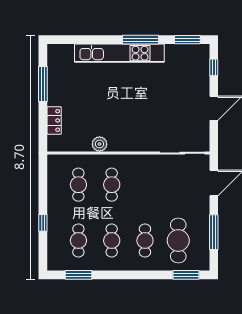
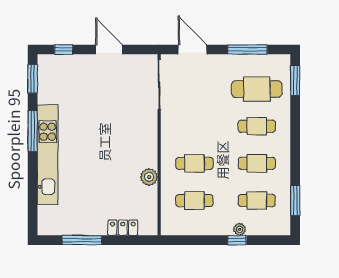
plant: (53, 225) -> (240, 229), added

